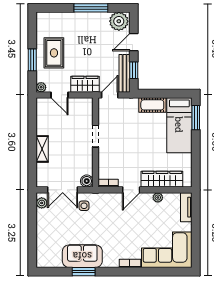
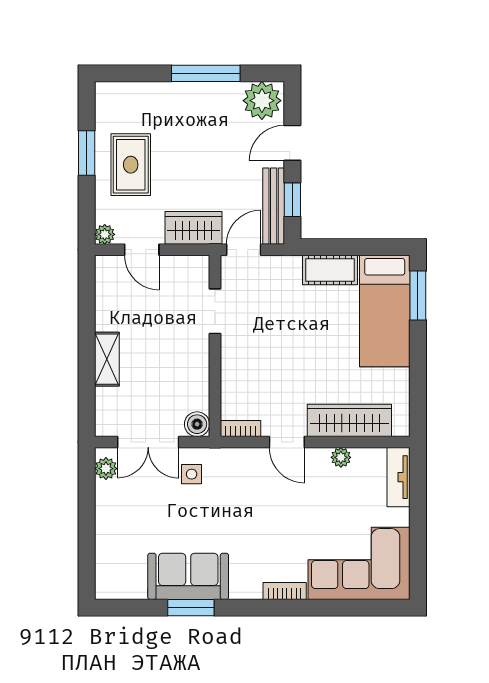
window: (32, 60) -> (87, 153), moved
doorway: (96, 136) -> (215, 311), moved
door: (131, 190) -> (287, 442), hinge flipped

